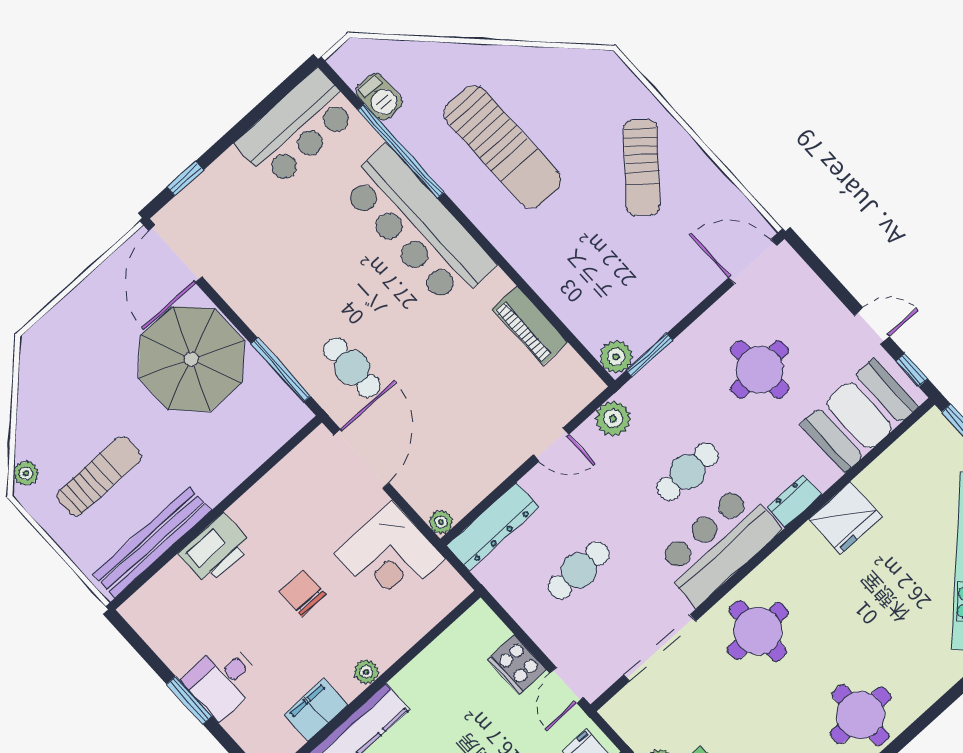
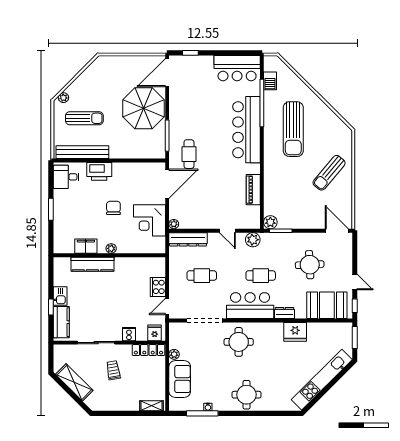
desk: (223, 681) -> (66, 177), moved

